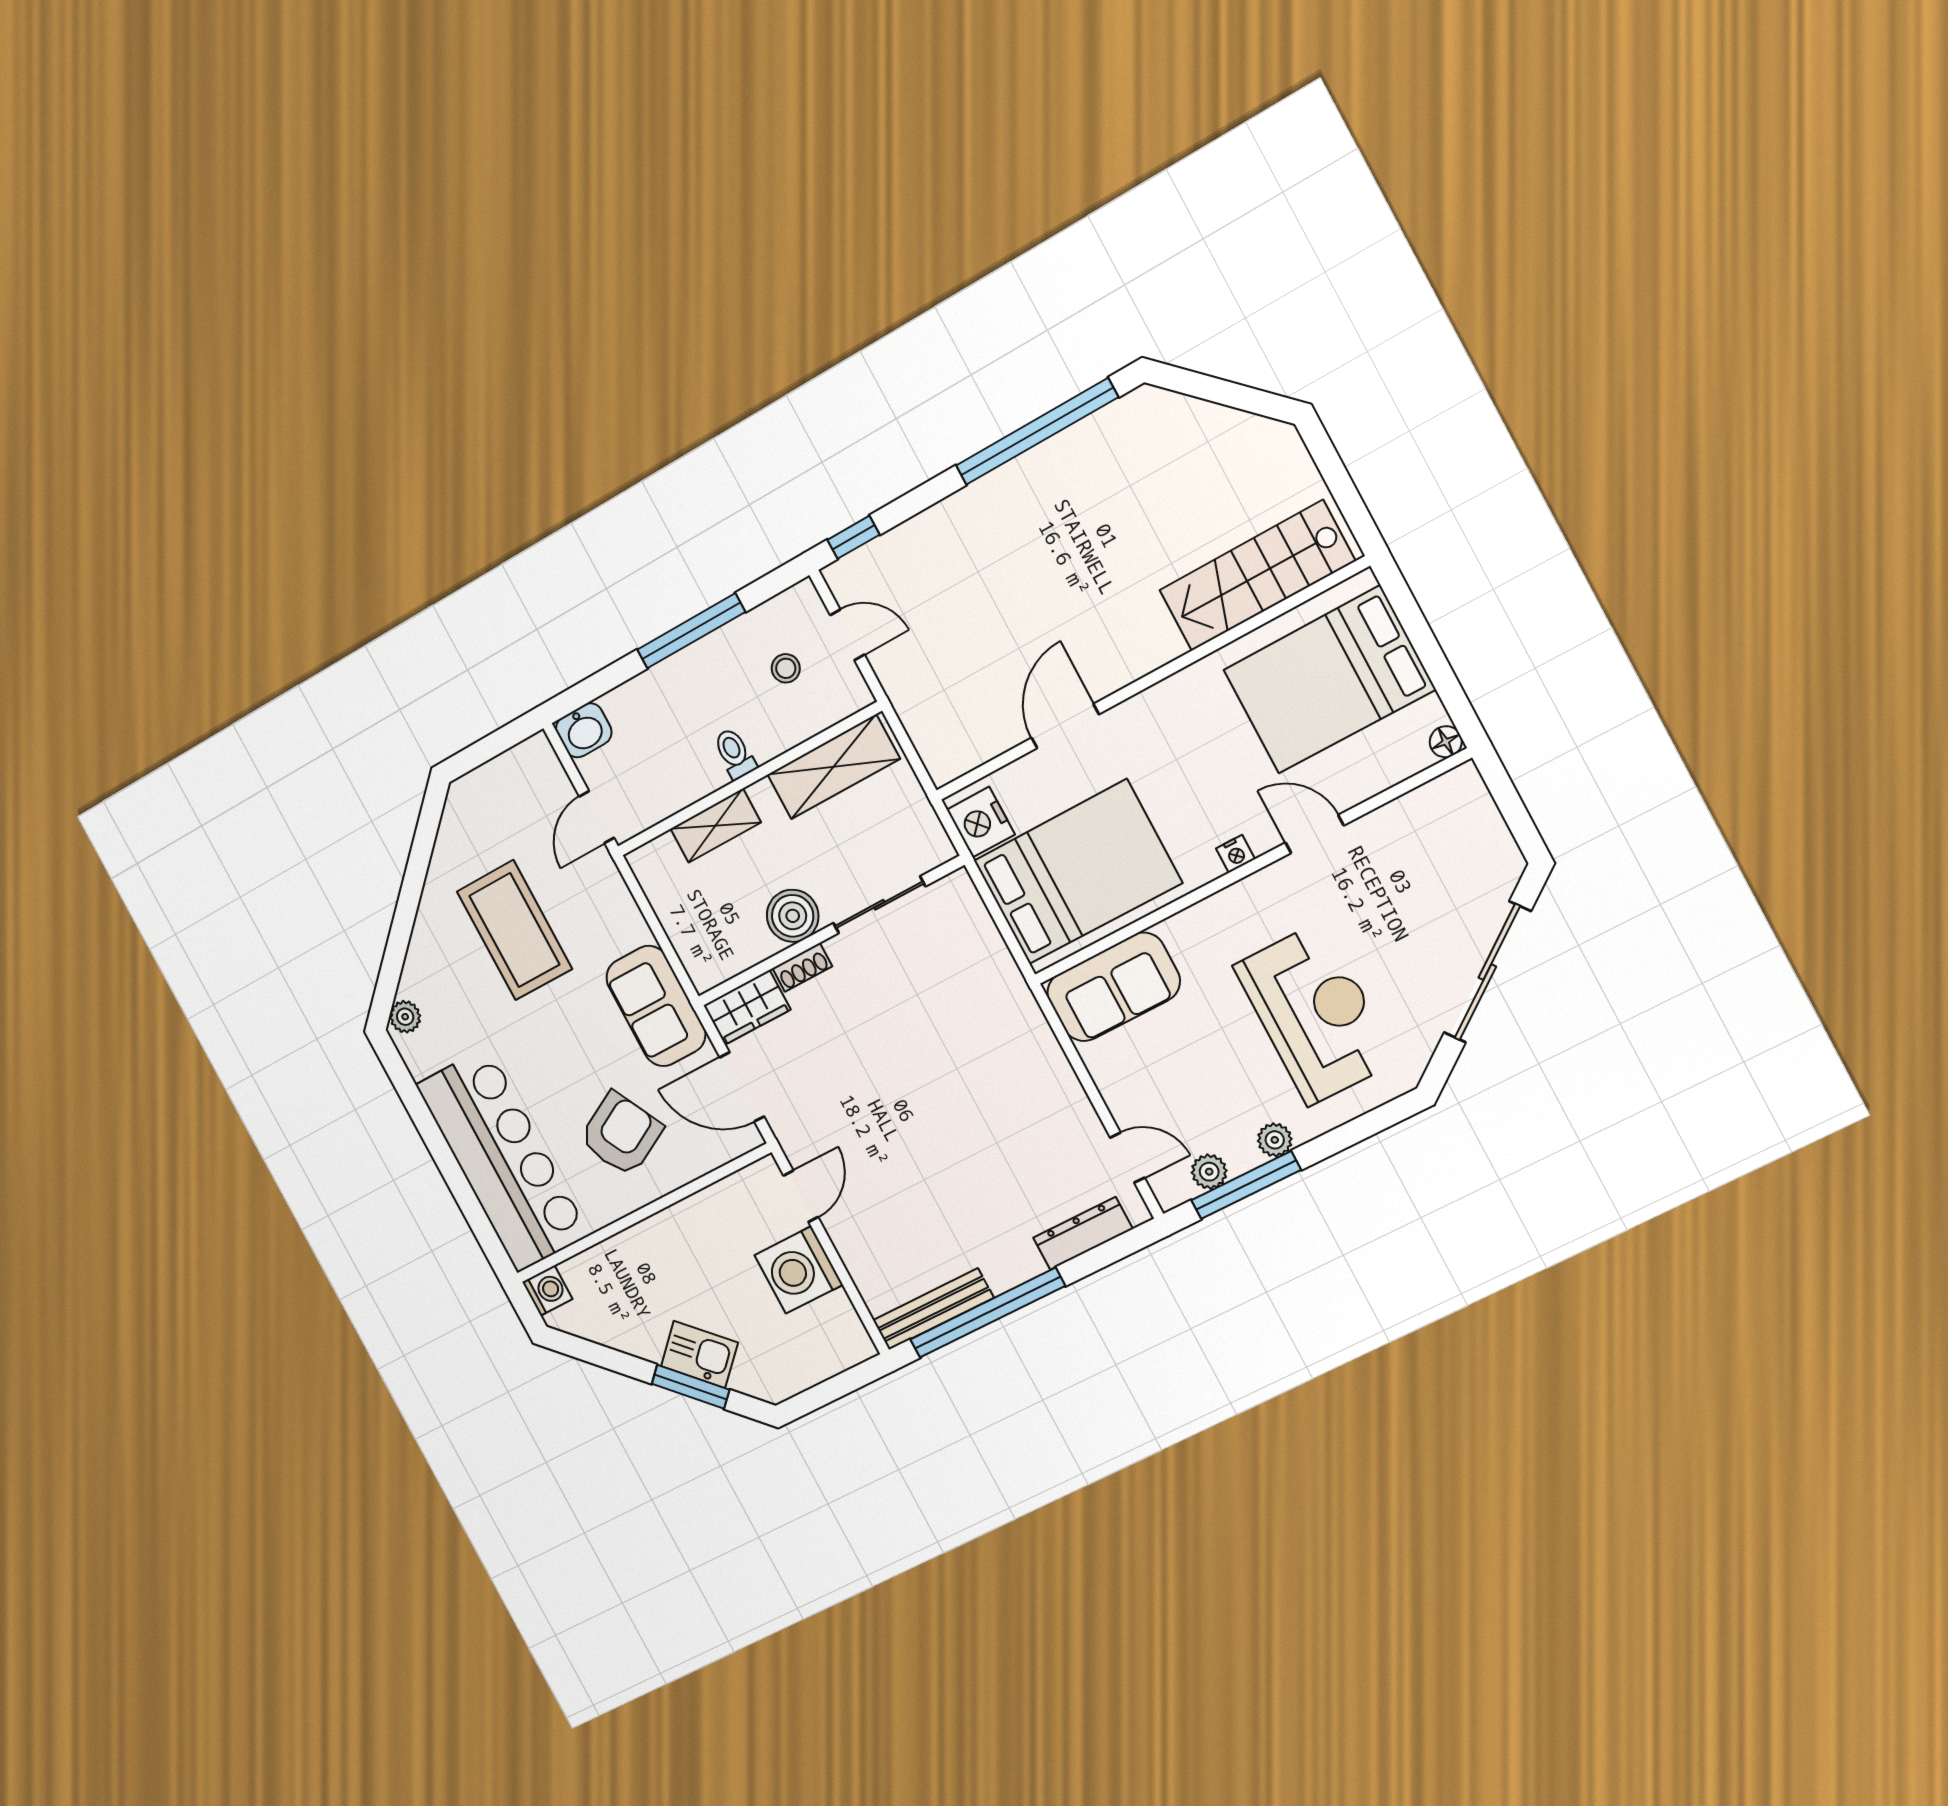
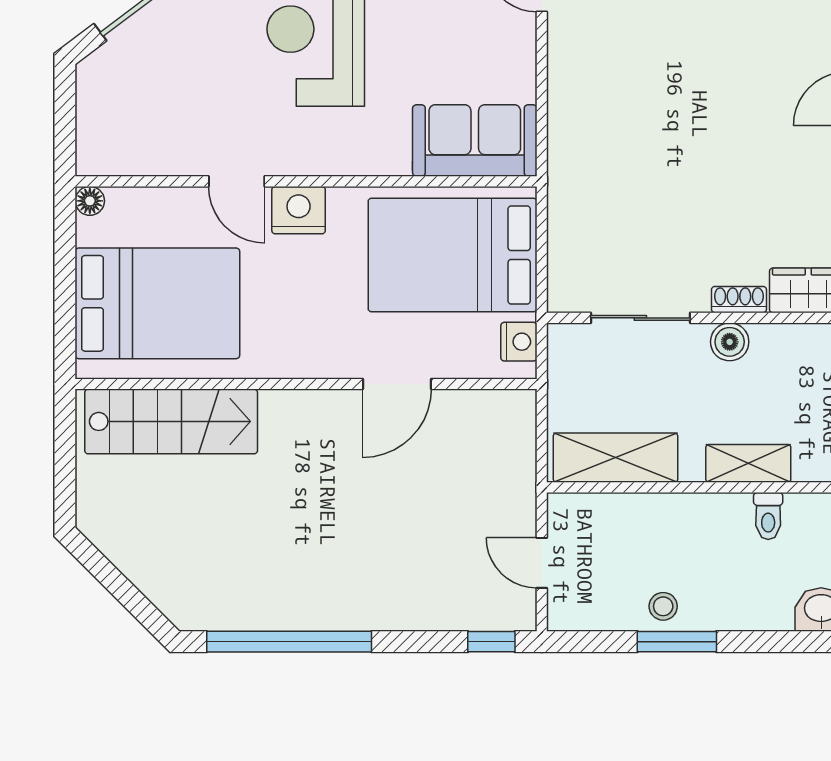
window: (691, 631) -> (677, 642), width x0.69
stool: (786, 668) -> (663, 606), moved
toilet: (735, 754) -> (768, 516), moved
nightstand: (981, 822) -> (519, 342), width x0.74, depth x0.75
nightstand: (1235, 854) -> (299, 210), width x1.89, depth x1.79
boiler: (793, 916) -> (730, 342), width x0.73, depth x0.73

